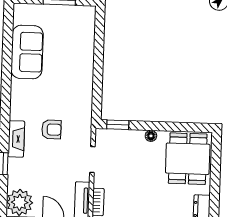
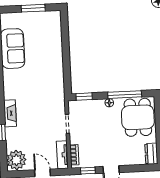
window: (173, 127) -> (125, 95), added
armchair: (51, 129) -> (35, 104), removed

